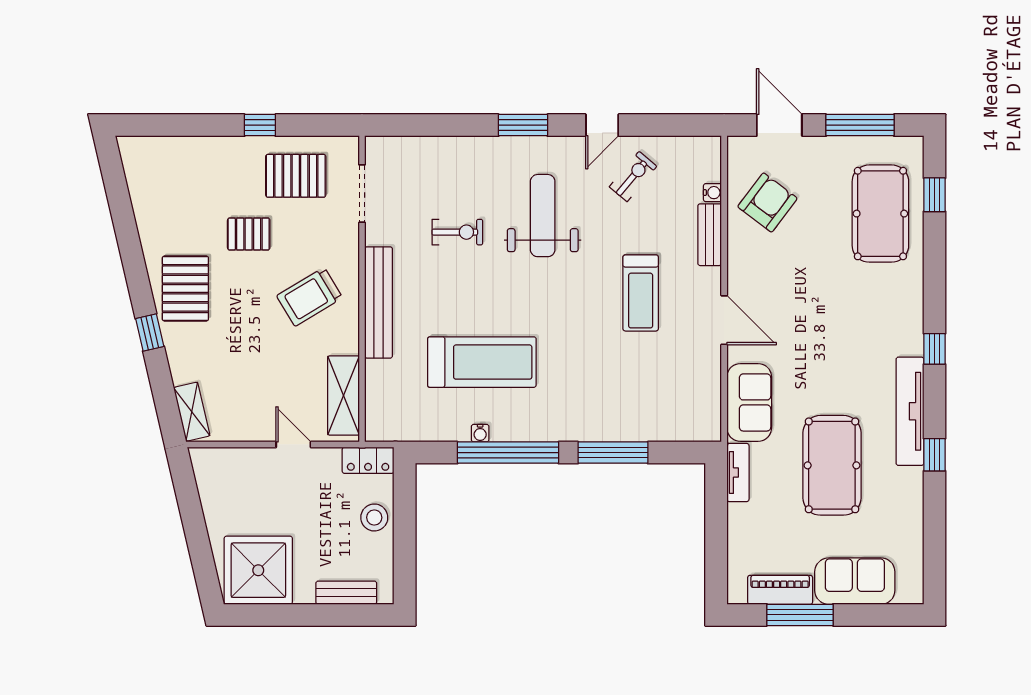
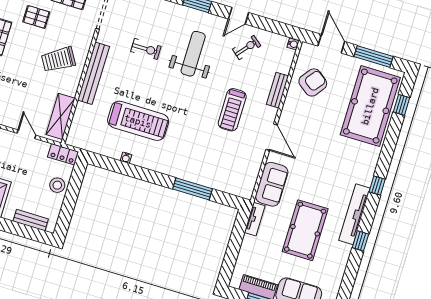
water cooler: (712, 193) -> (293, 44), moved
pool table: (880, 214) -> (370, 106), width x1.36, depth x1.32
window: (508, 453) -> (138, 172), removed

